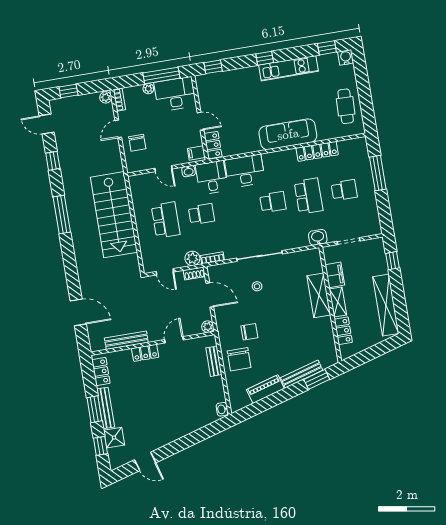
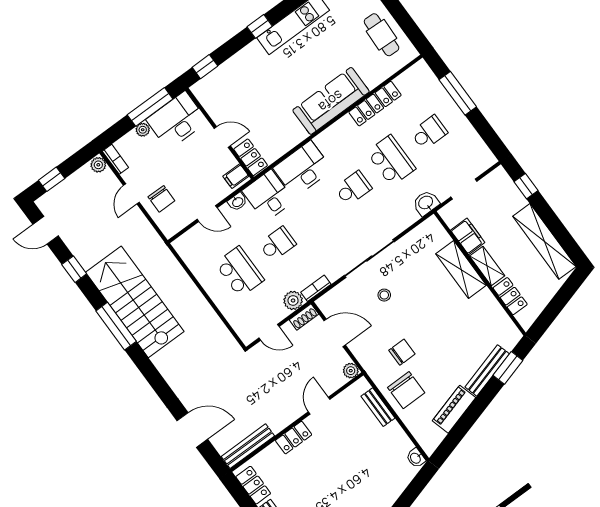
stairs: (114, 215) -> (135, 302), moved, turned 180
bench: (126, 340) -> (248, 446), moved

